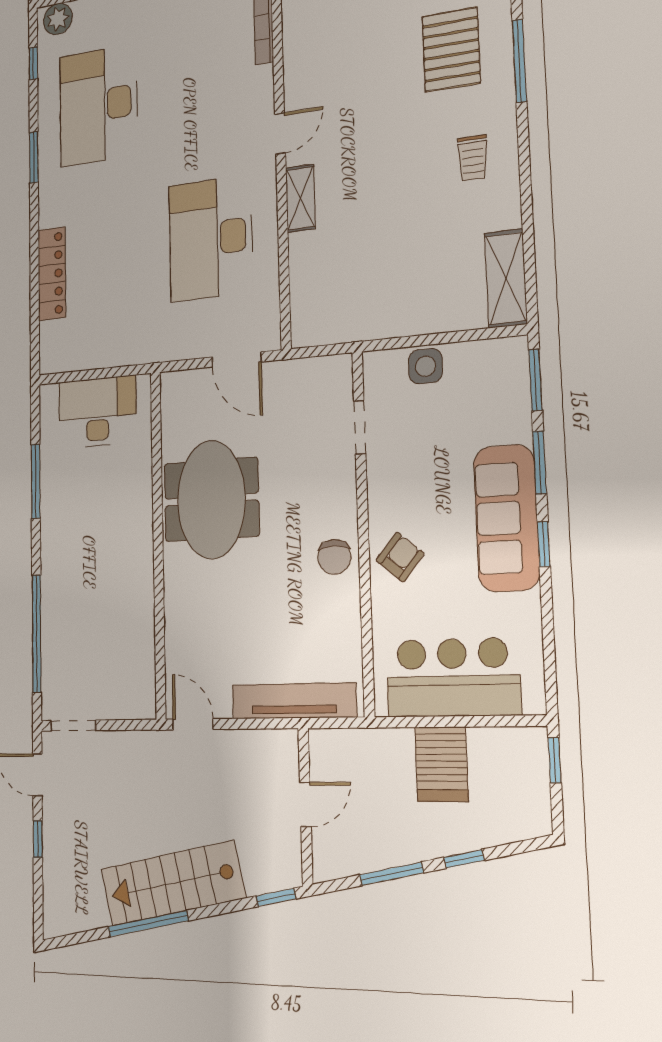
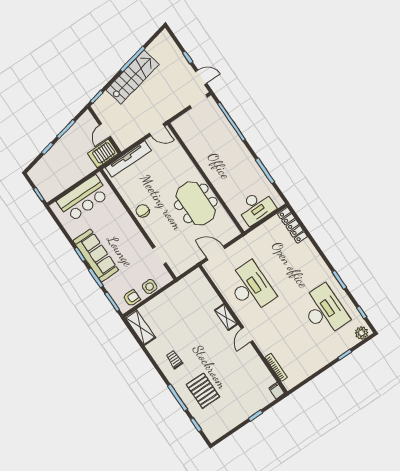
locker: (52, 274) -> (293, 225), moved
armchair: (400, 557) -> (132, 298), moved, turned -130
server rack: (441, 764) -> (103, 153), moved, turned -90

